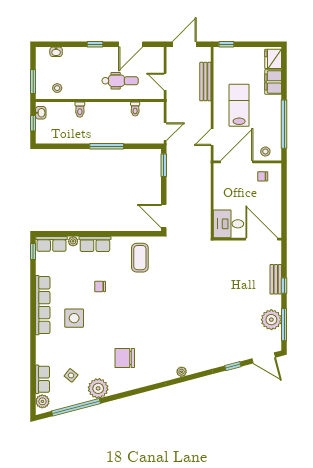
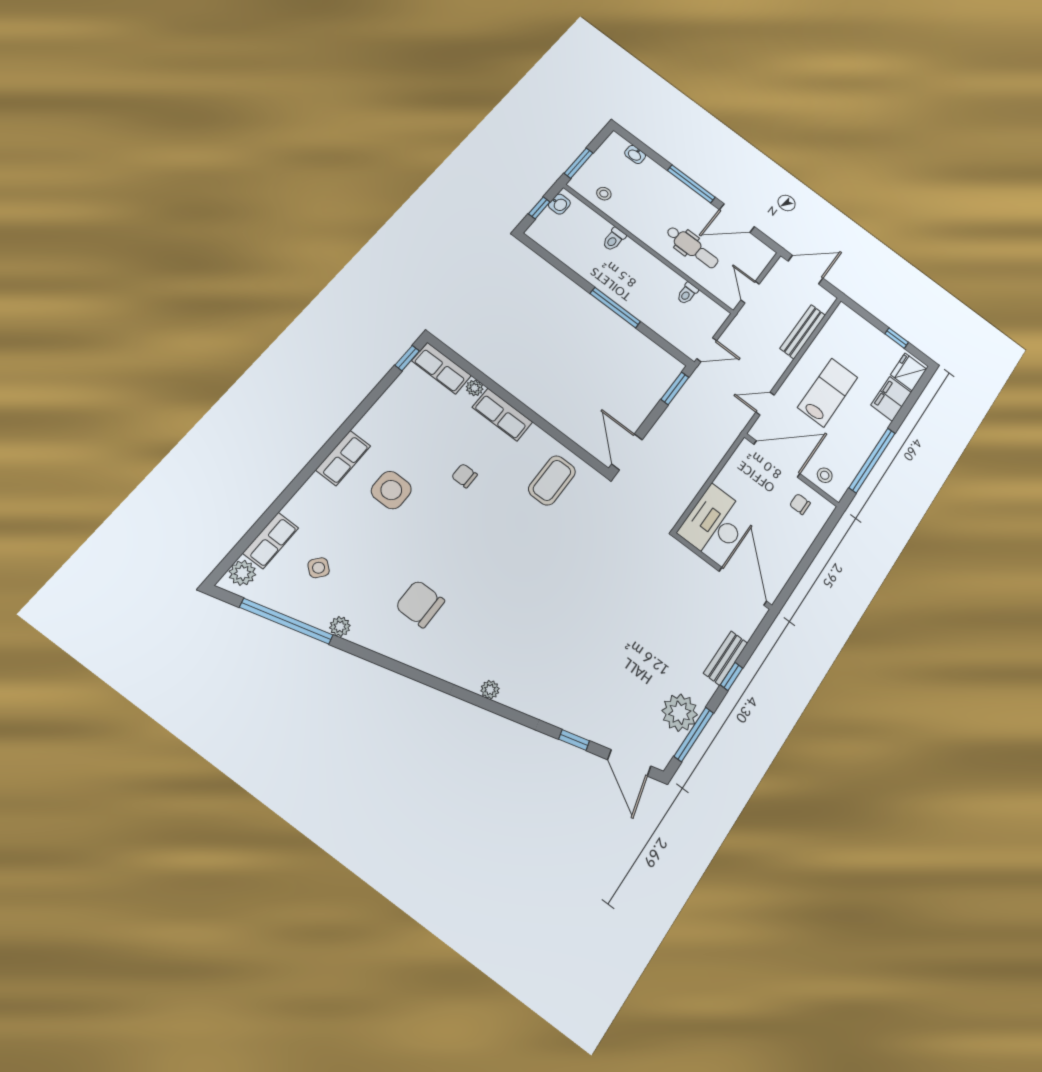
window: (95, 44) -> (691, 184), width x2.17
window: (226, 44) -> (897, 338), moved
desk: (229, 224) -> (715, 523), width x1.37
row of seats: (43, 305) -> (343, 458), width x0.50
plant: (98, 388) -> (340, 627), width x0.53, depth x0.53

